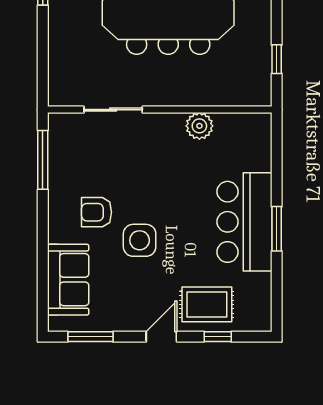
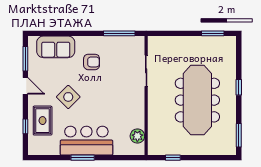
plant: (199, 126) -> (137, 136), moved
armchair: (97, 212) -> (92, 62), turned 90
side table: (140, 240) -> (68, 97), moved, turned 45
door: (161, 337) -> (25, 86), moved

